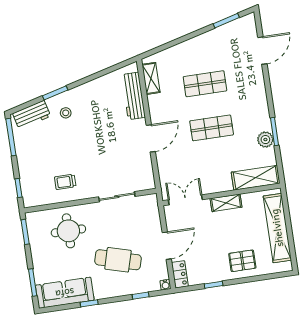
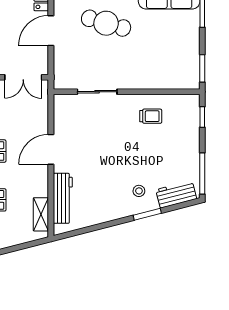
round table: (68, 231) -> (155, 63), removed

